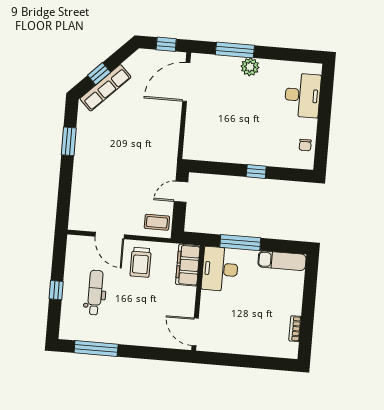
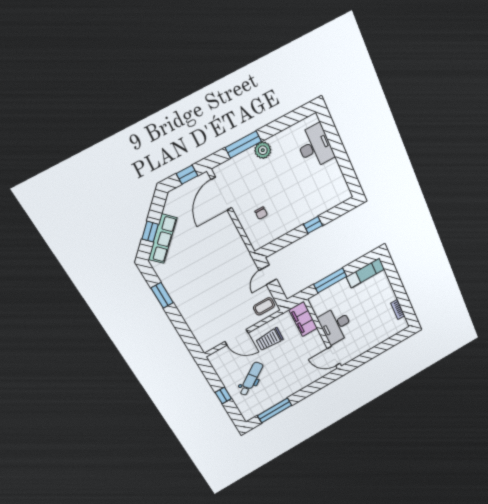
chair: (305, 145) -> (261, 213), moved
trolley: (141, 262) -> (270, 339), turned 90
desk: (220, 269) -> (336, 325), moved
dental chair: (95, 293) -> (251, 379), turned 54

